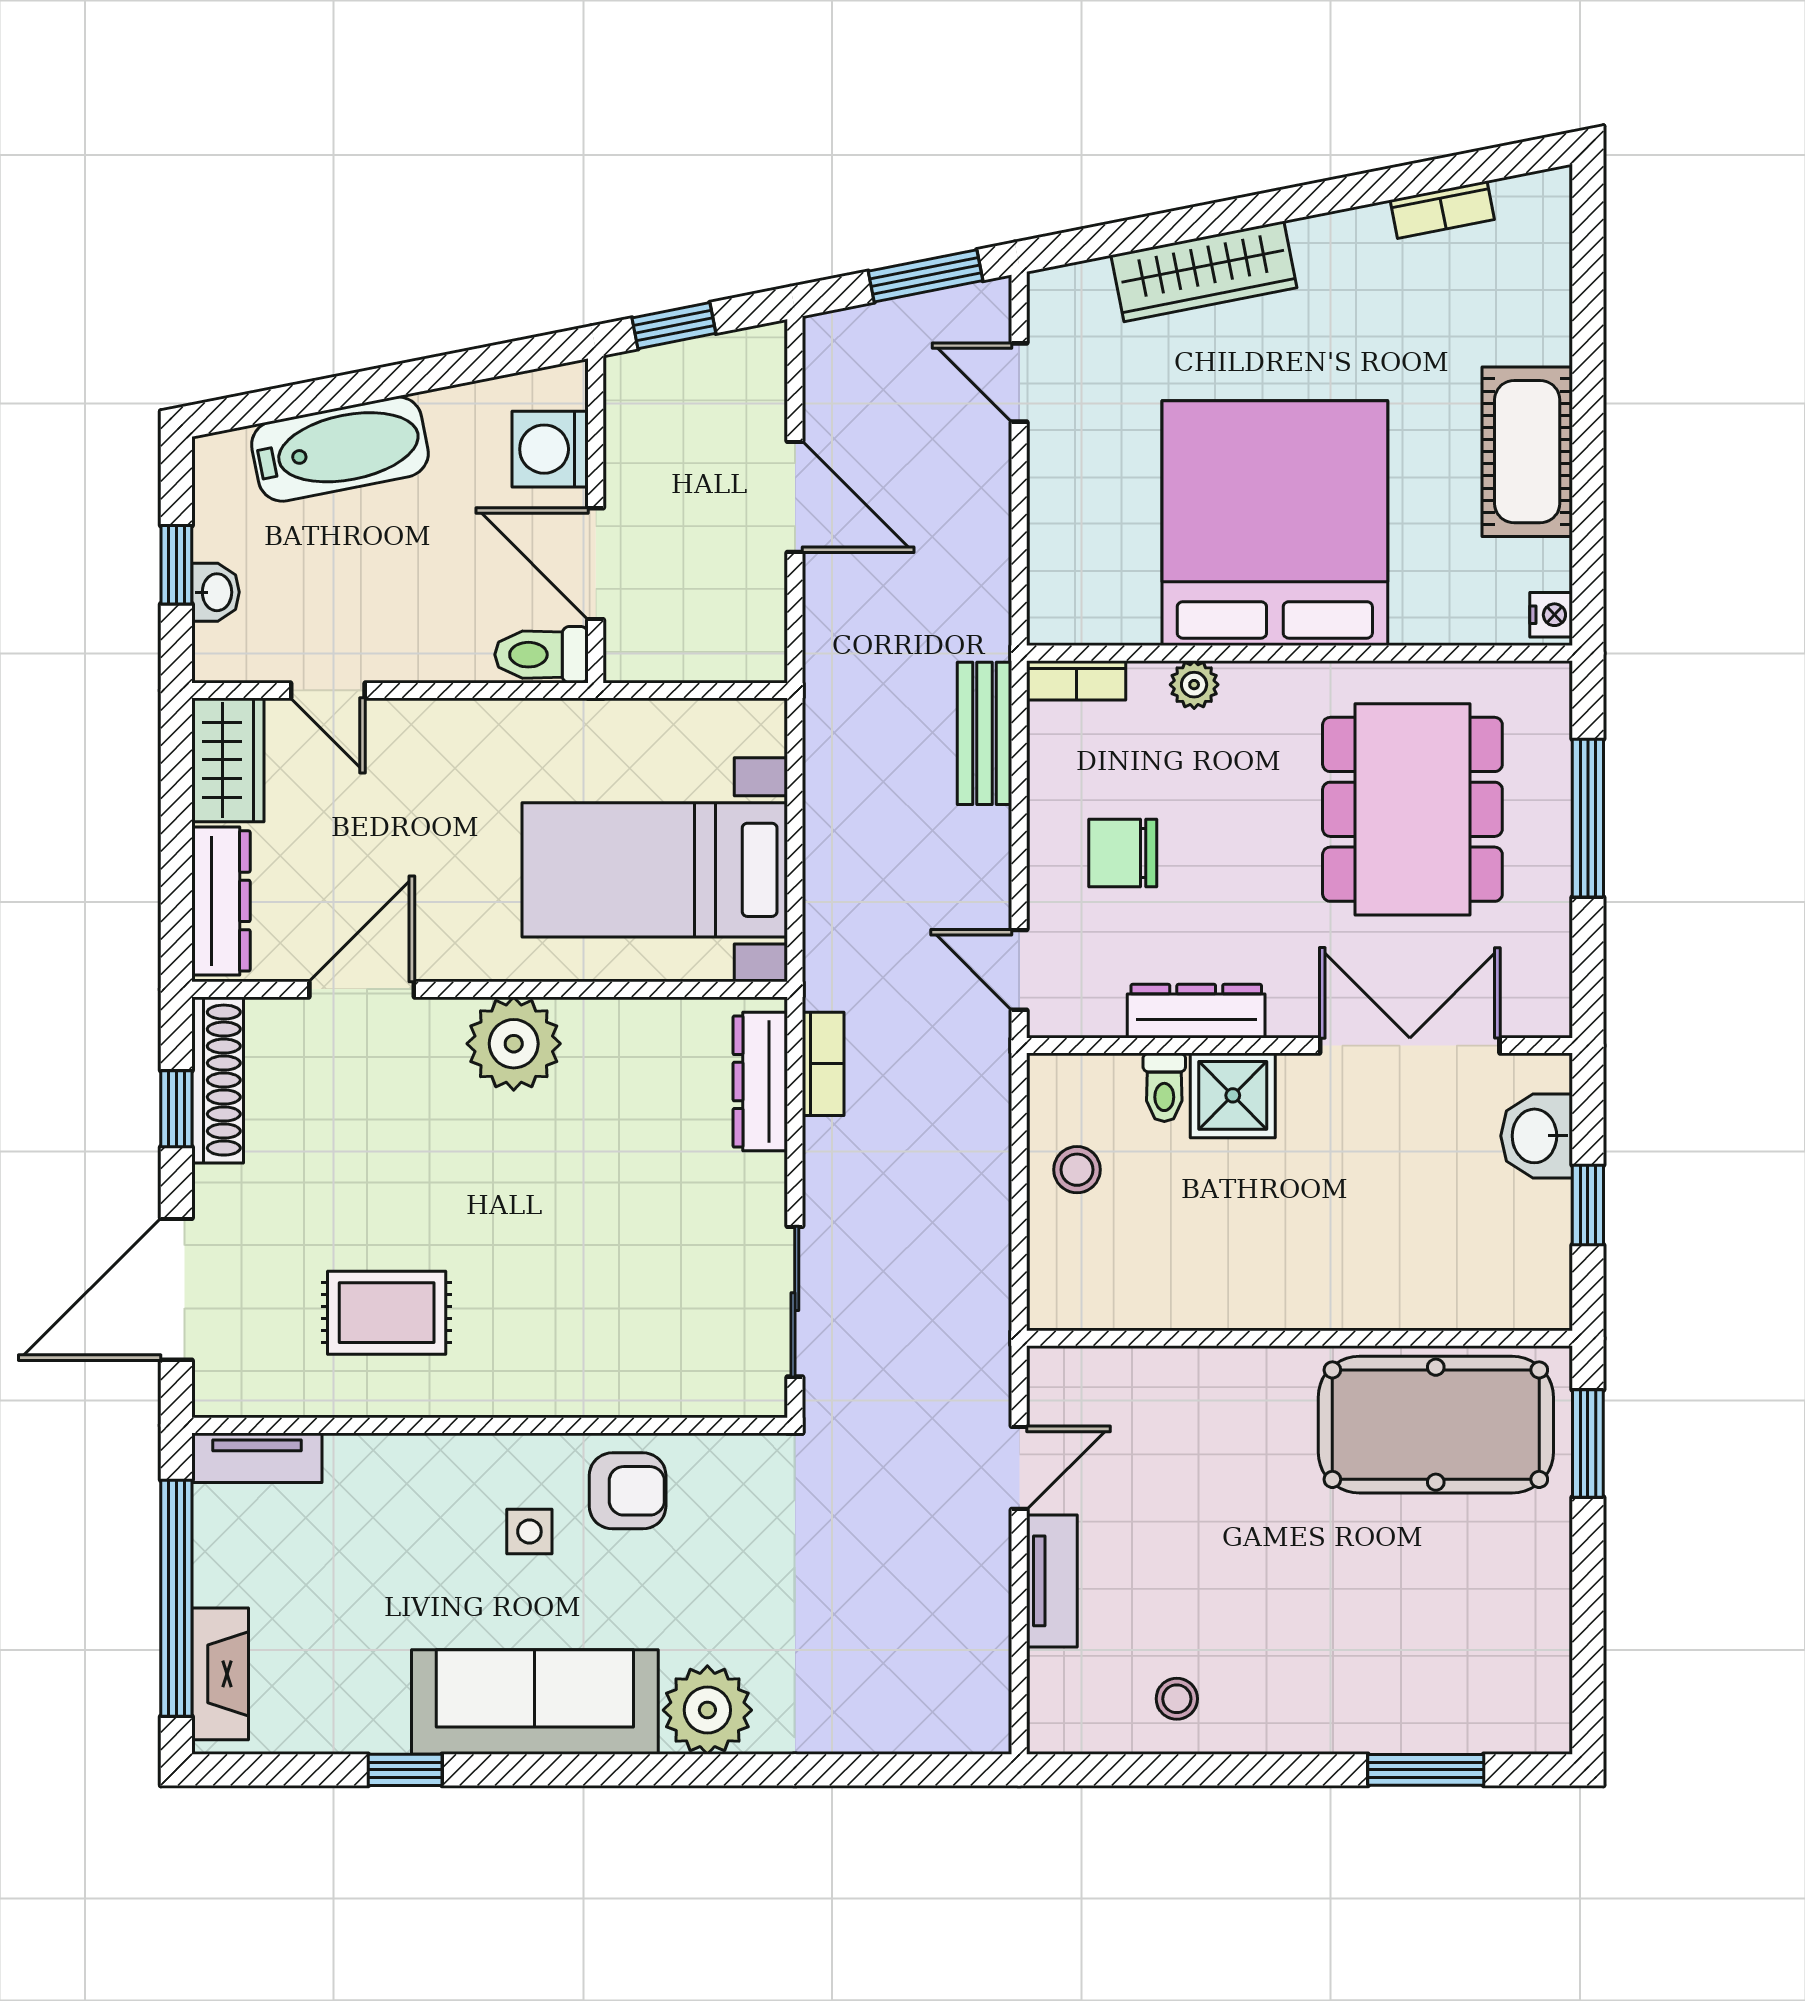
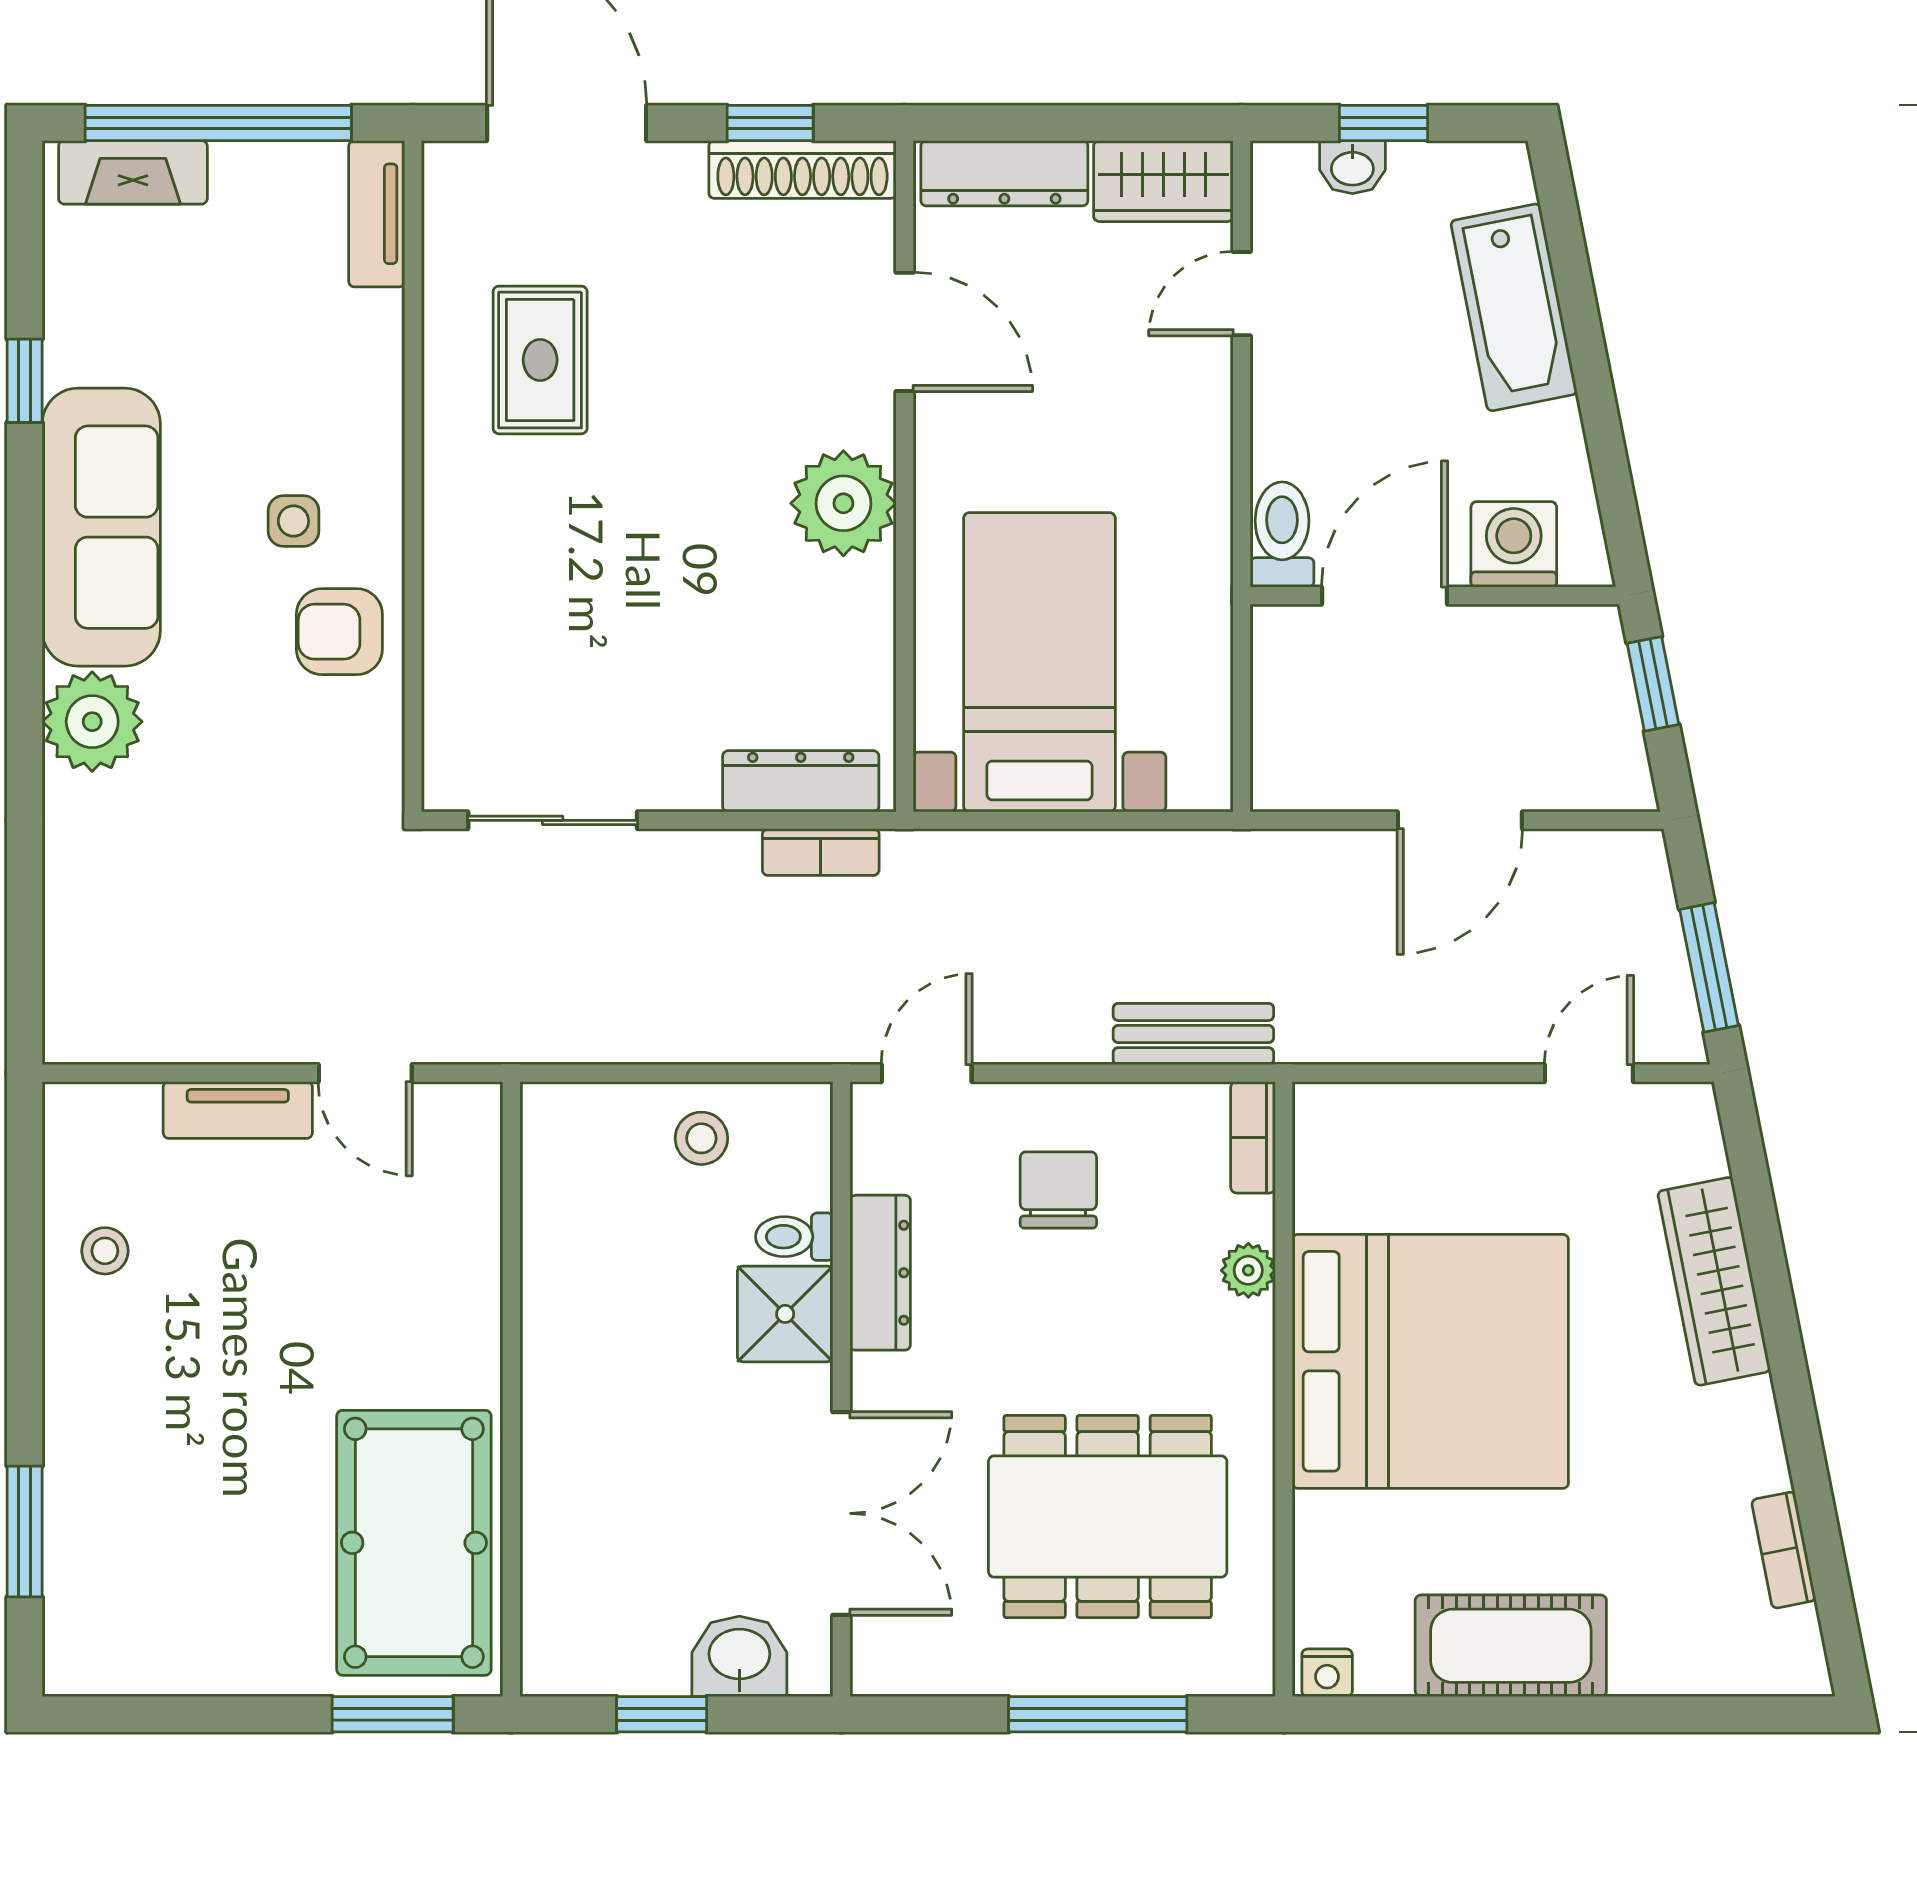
armchair: (628, 1491) -> (339, 632), turned 90

